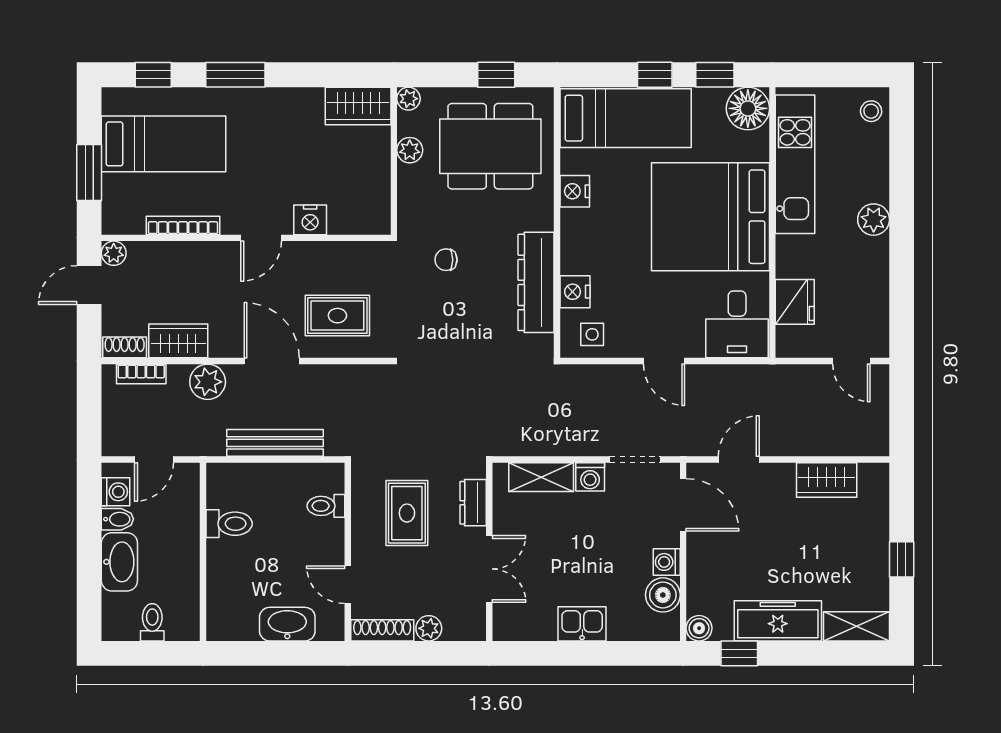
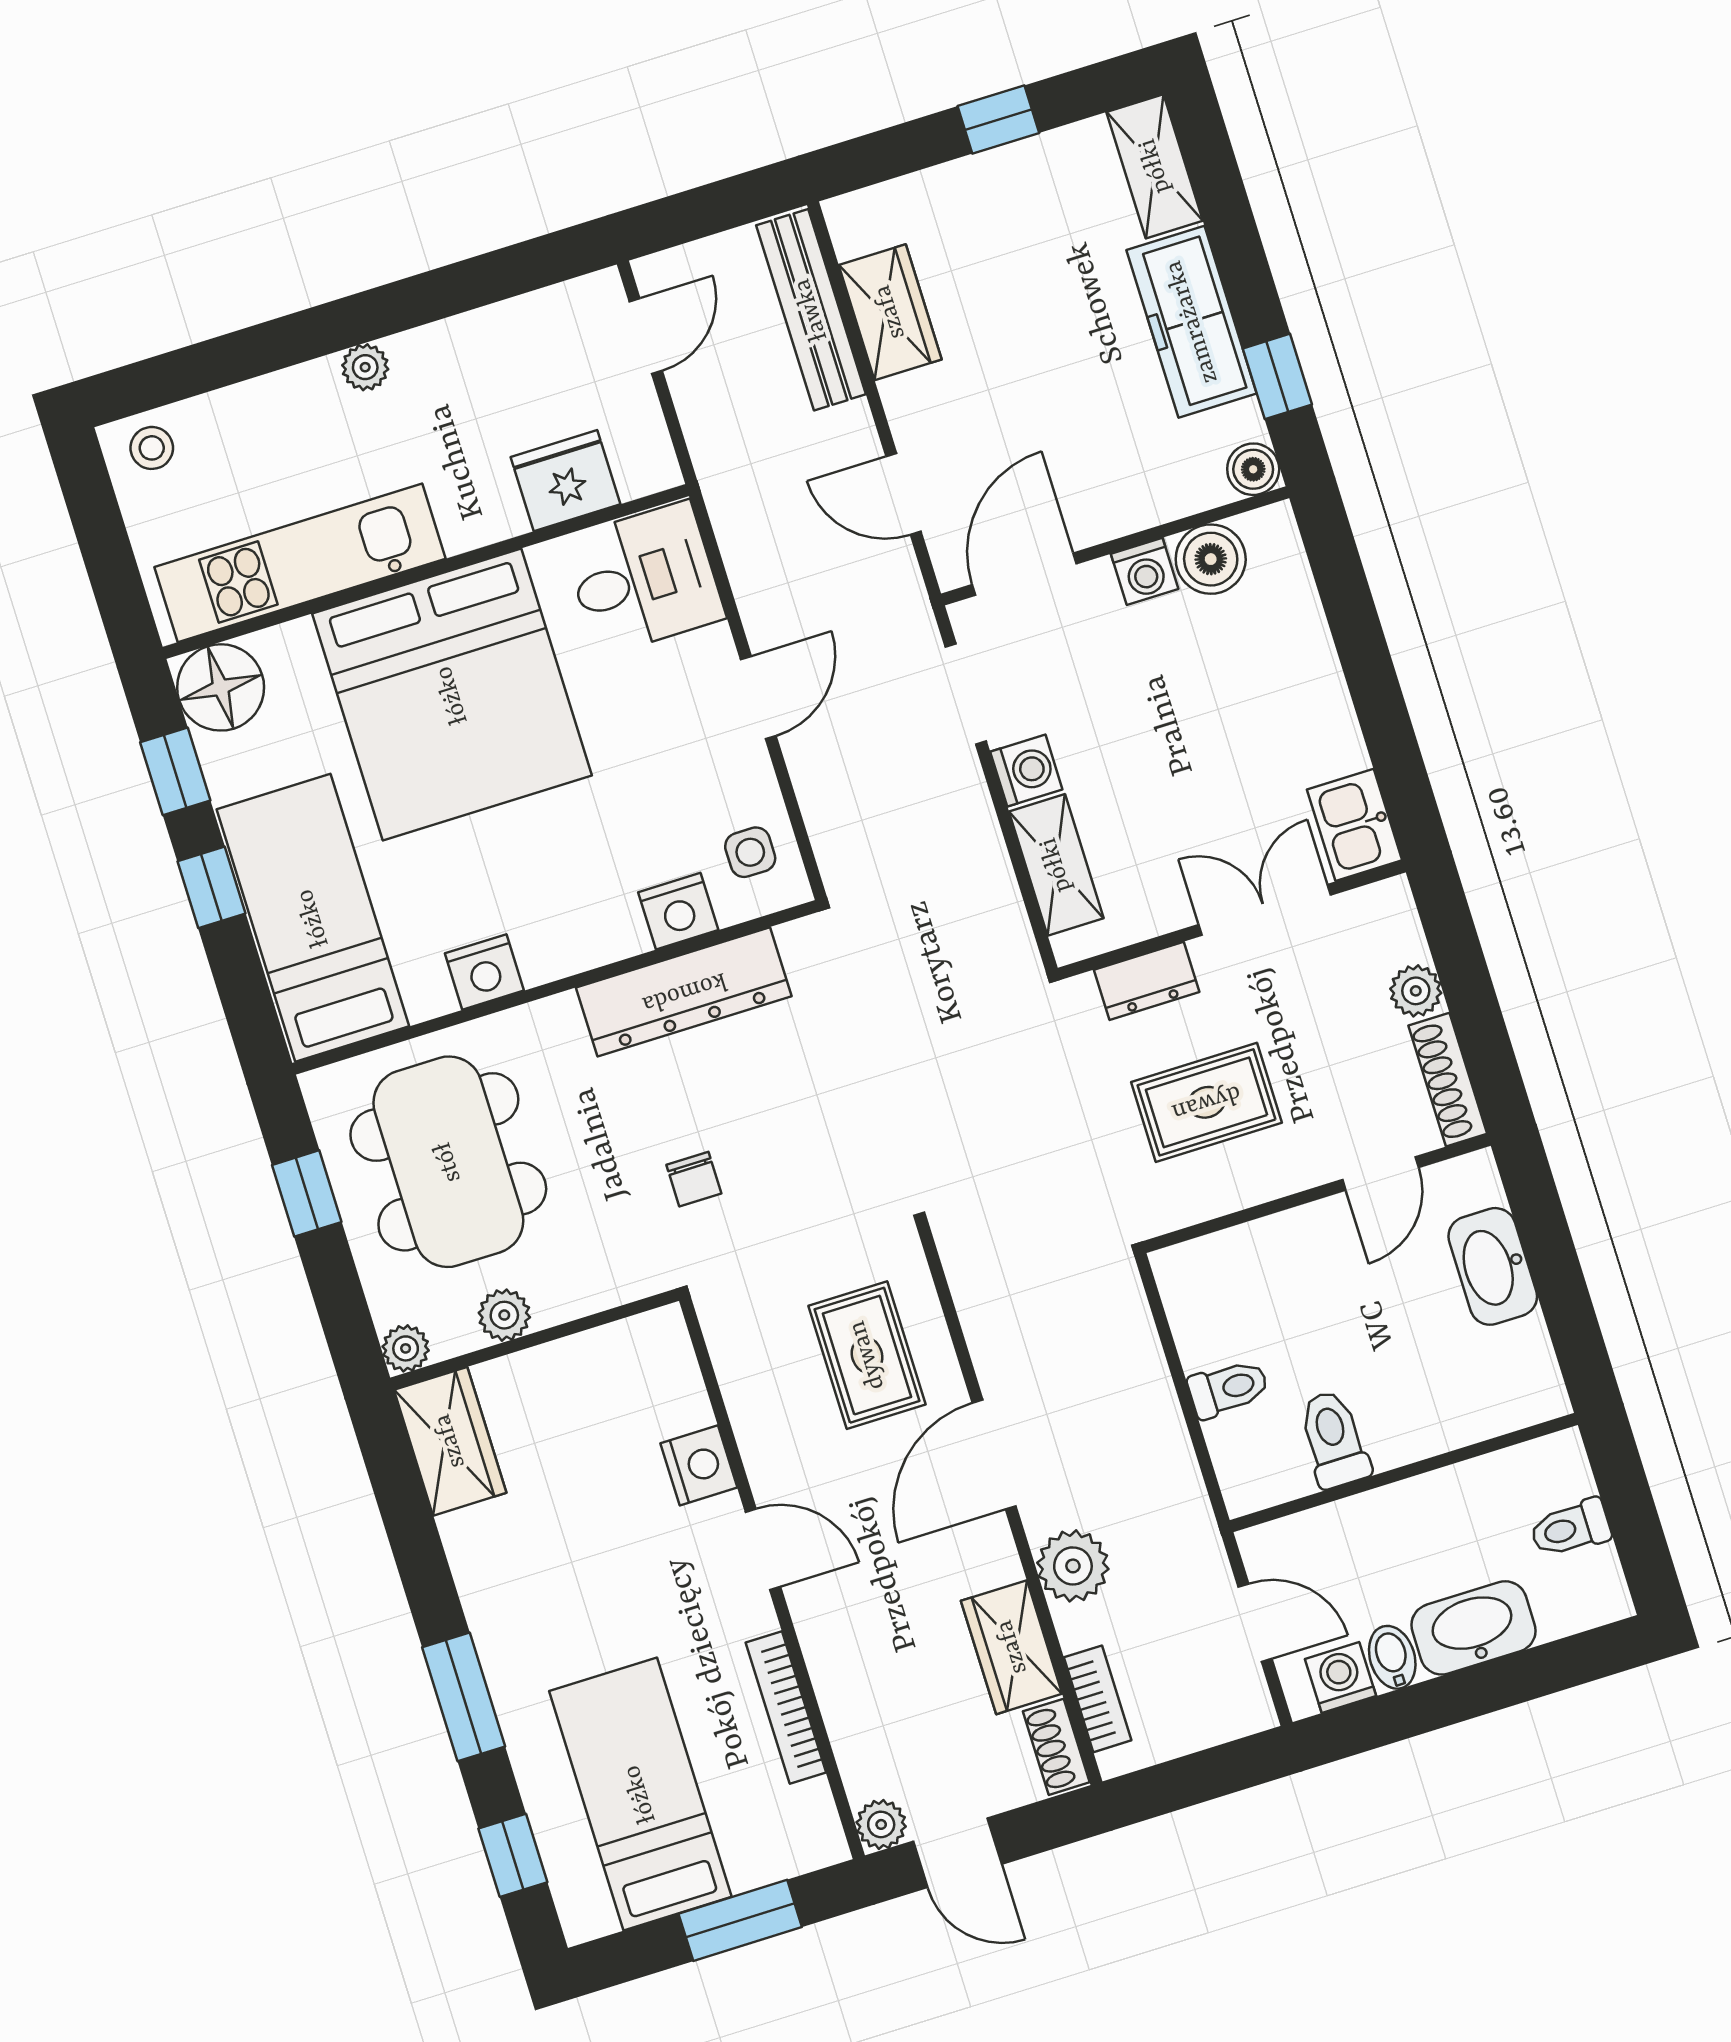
plant: (874, 220) -> (365, 367), width x0.73, depth x0.73
bench: (275, 443) -> (811, 310), moved
toilet: (326, 506) -> (1228, 1388), moved, turned -90
kitchen sink: (582, 624) -> (1355, 825), moved

